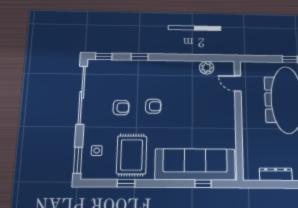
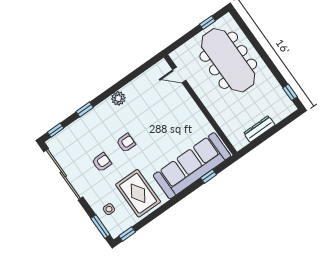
plant: (207, 68) -> (118, 98), moved
window: (126, 183) -> (127, 234), moved

